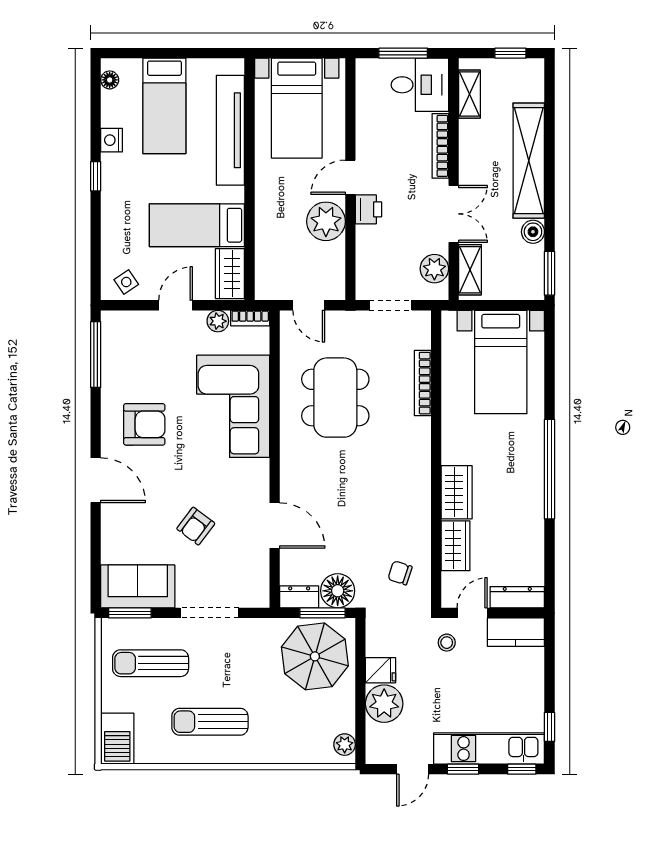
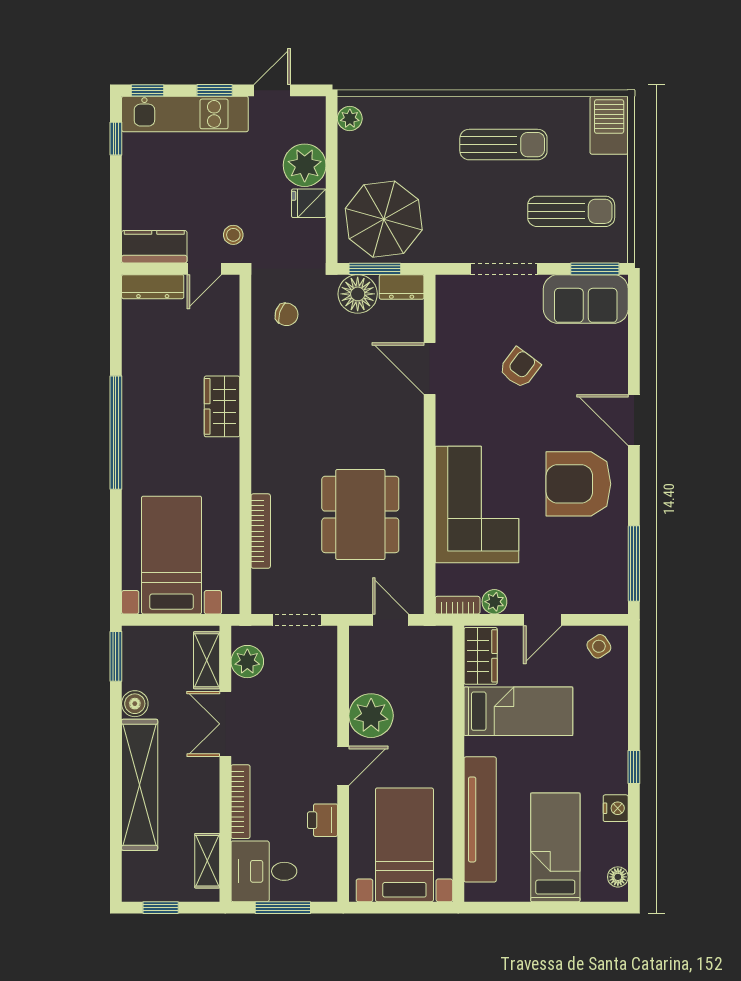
printer: (368, 209) -> (323, 820), moved
armchair: (144, 424) -> (578, 484), width x1.36, depth x1.36
wardrobe: (456, 546) -> (223, 345), removed

